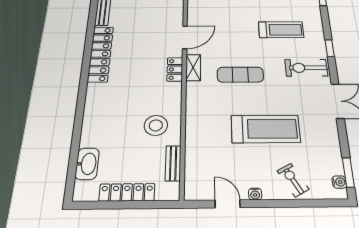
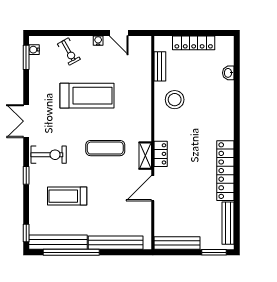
treadmill: (265, 129) -> (87, 96), turned 180
washbasin: (87, 164) -> (228, 73), width x0.52, depth x0.69

